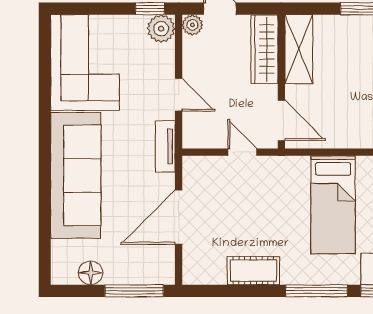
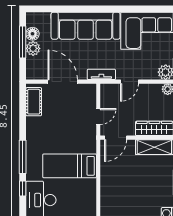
cot: (253, 271) -> (34, 102), moved
plant: (118, 272) -> (33, 48), added
window: (134, 291) -> (23, 42), moved

